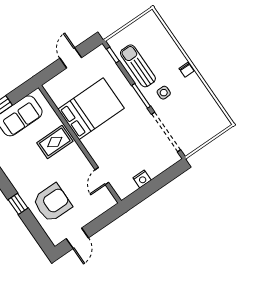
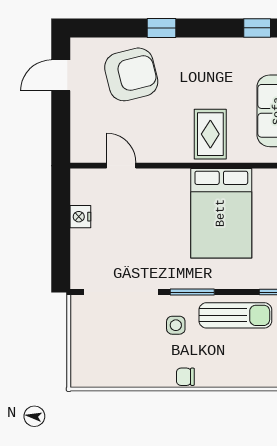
armchair: (52, 203) -> (131, 74), turned -104
door: (77, 238) -> (61, 75), hinge flipped

